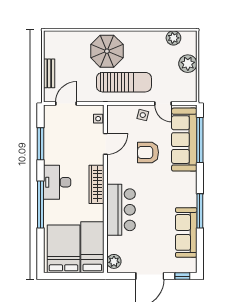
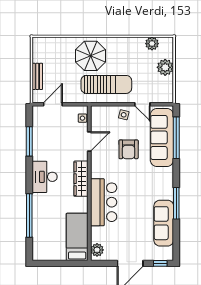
armchair: (148, 152) -> (129, 149), turned -90
window: (41, 204) -> (29, 215), moved
bed: (64, 249) -> (51, 238), removed

